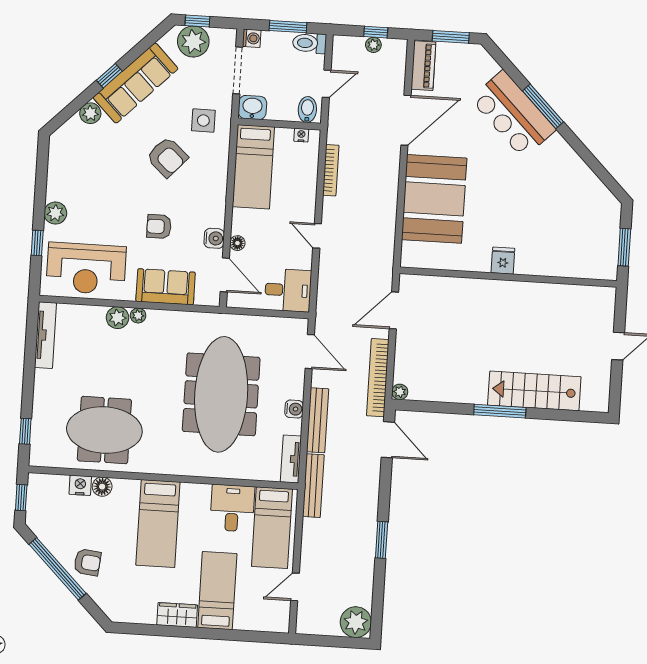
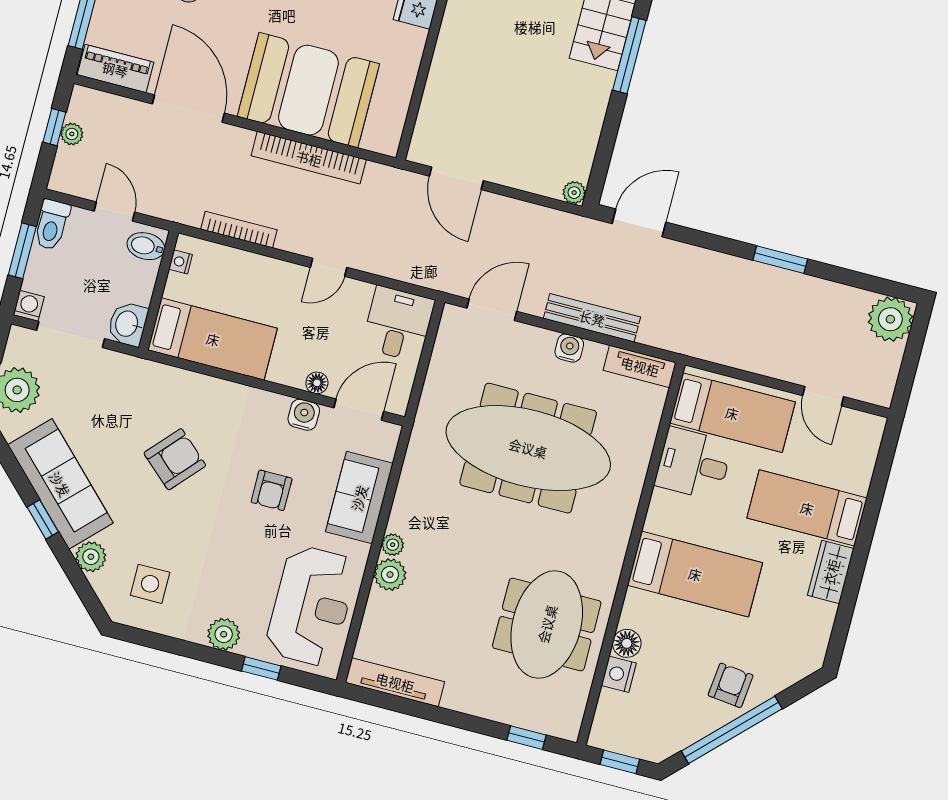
side table: (203, 121) -> (150, 584), moved
bookcase: (378, 378) -> (309, 158), moved
bench: (313, 486) -> (684, 342), removed

